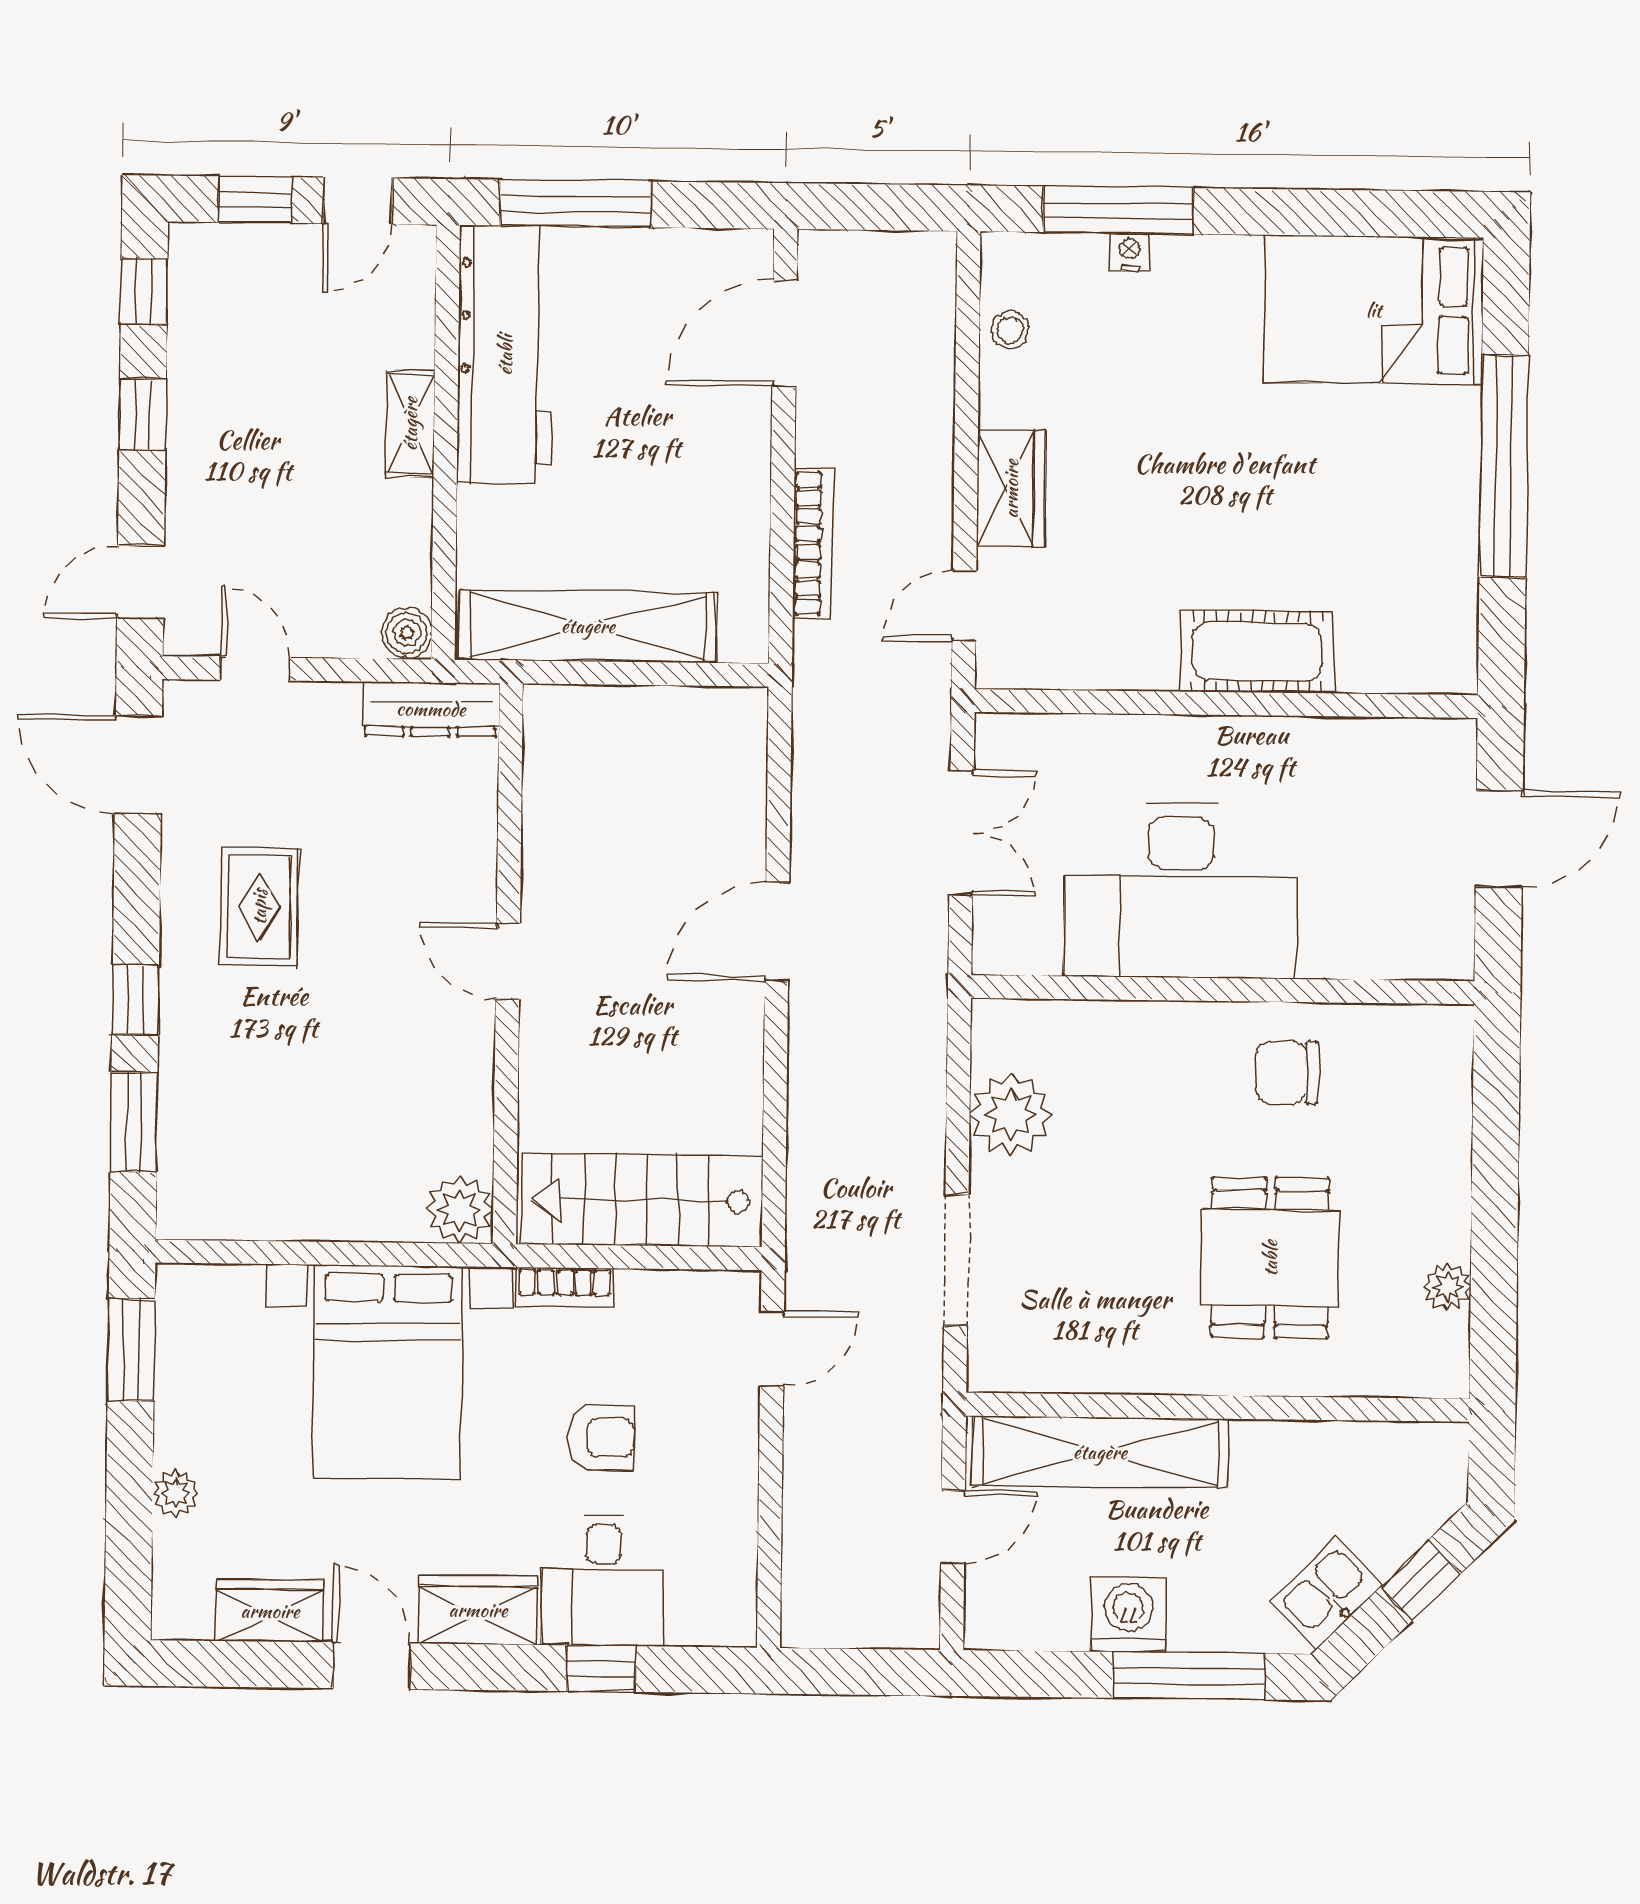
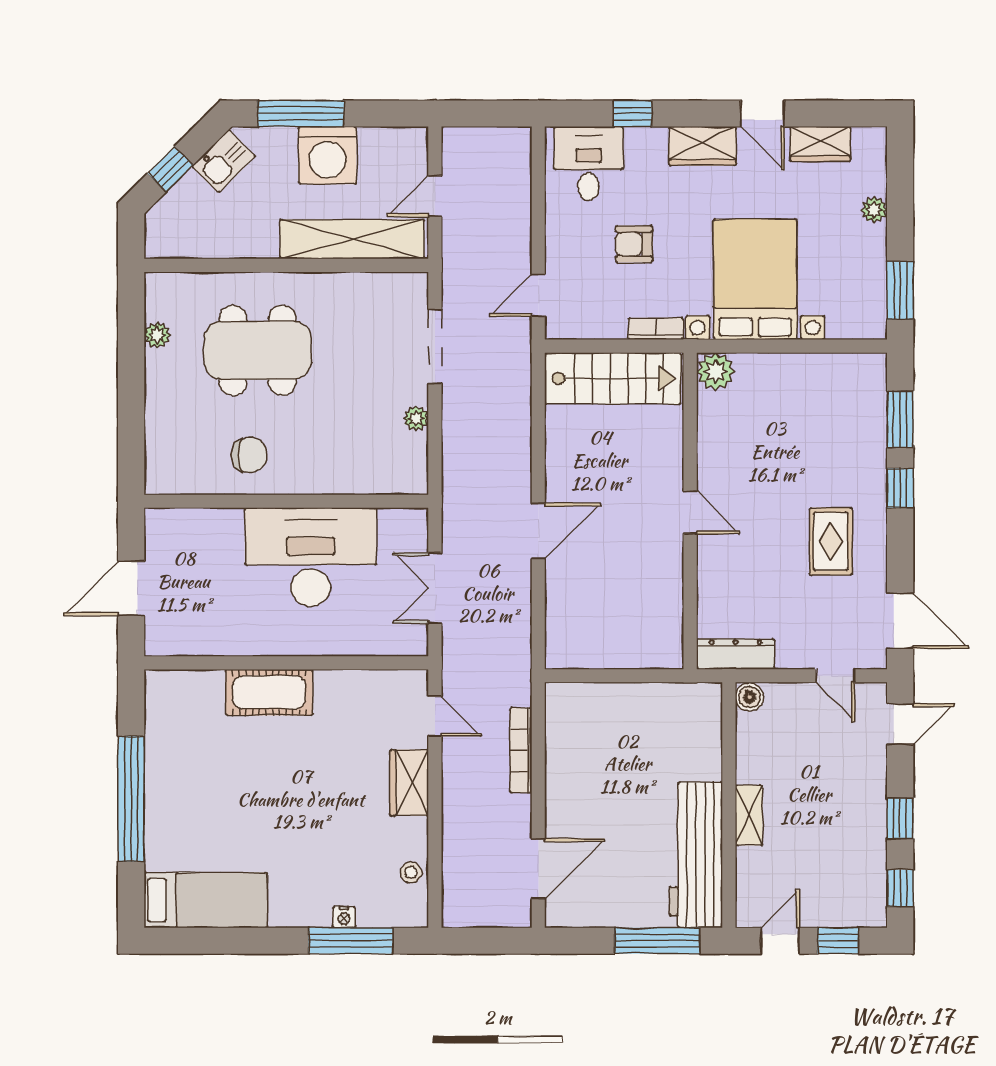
bed: (1374, 310) -> (206, 900), width x0.67
door: (964, 606) -> (435, 716), hinge flipped
shelving: (588, 626) -> (647, 702), removed
plant: (1011, 1114) -> (416, 418), width x0.53, depth x0.53
dining table: (1270, 1258) -> (258, 350), width x1.38
desk: (603, 1580) -> (589, 164), moved
washing machine: (1128, 1615) -> (327, 155), width x1.37, depth x1.37

